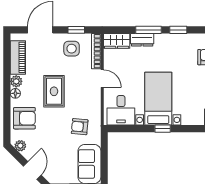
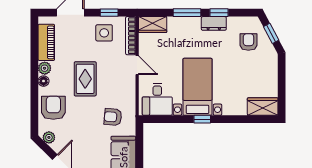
dresser: (142, 40) -> (214, 23), moved
armchair: (24, 118) -> (53, 108), turned -90

